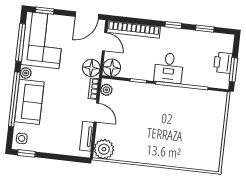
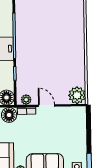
door: (97, 112) -> (47, 106), hinge flipped
tv unit: (87, 136) -> (68, 111), removed

